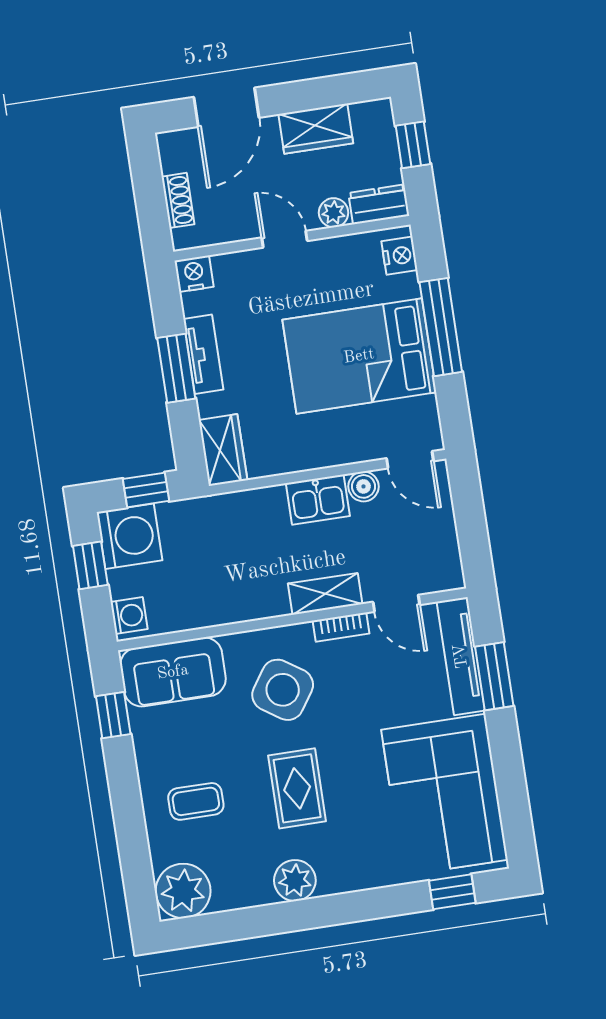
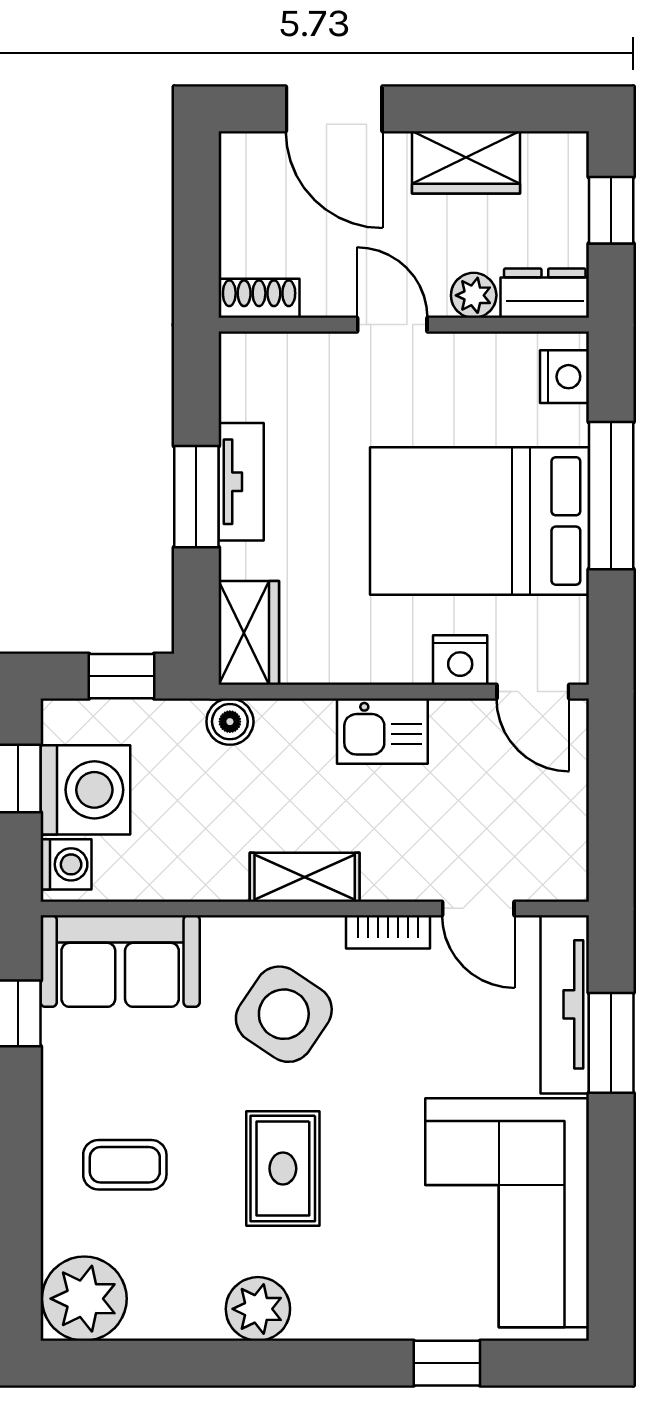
door: (226, 107) -> (334, 109), hinge flipped
shoe rack: (178, 200) -> (259, 298), moved, turned -90
nightstand: (194, 274) -> (460, 660), moved, turned 180
boiler: (364, 486) -> (230, 722), moved
washing machine: (130, 536) -> (85, 790), moved
shelving: (325, 594) -> (305, 877), moved
window: (452, 892) -> (447, 1363), moved

